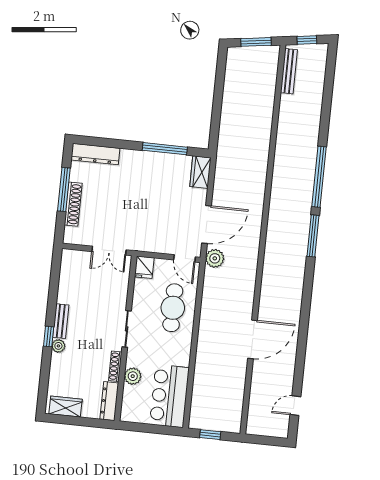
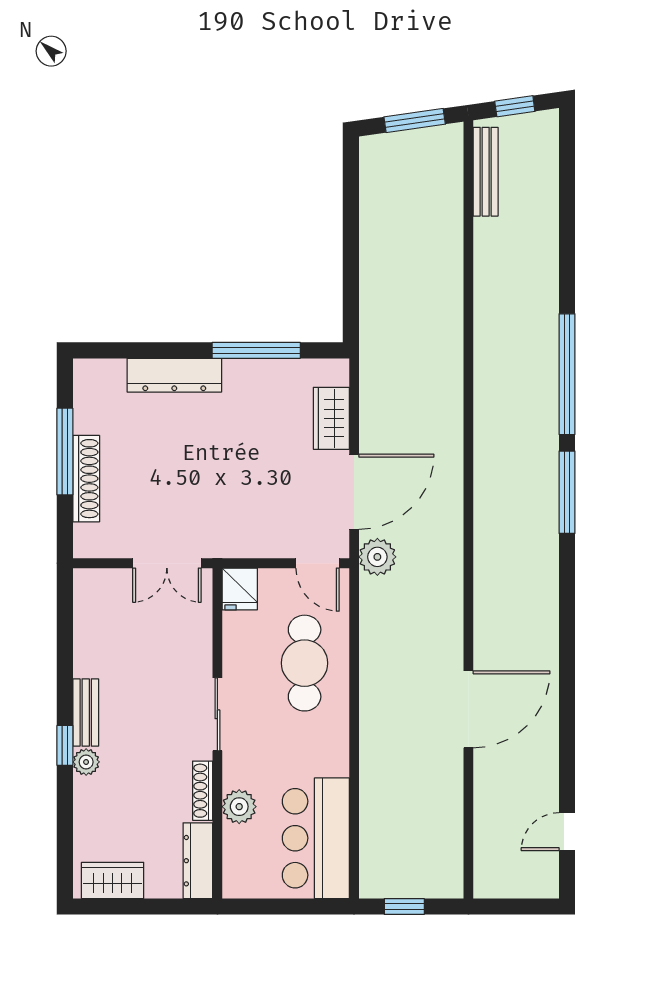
dresser: (95, 154) -> (174, 375), moved
wardrobe: (200, 172) -> (331, 418), moved

